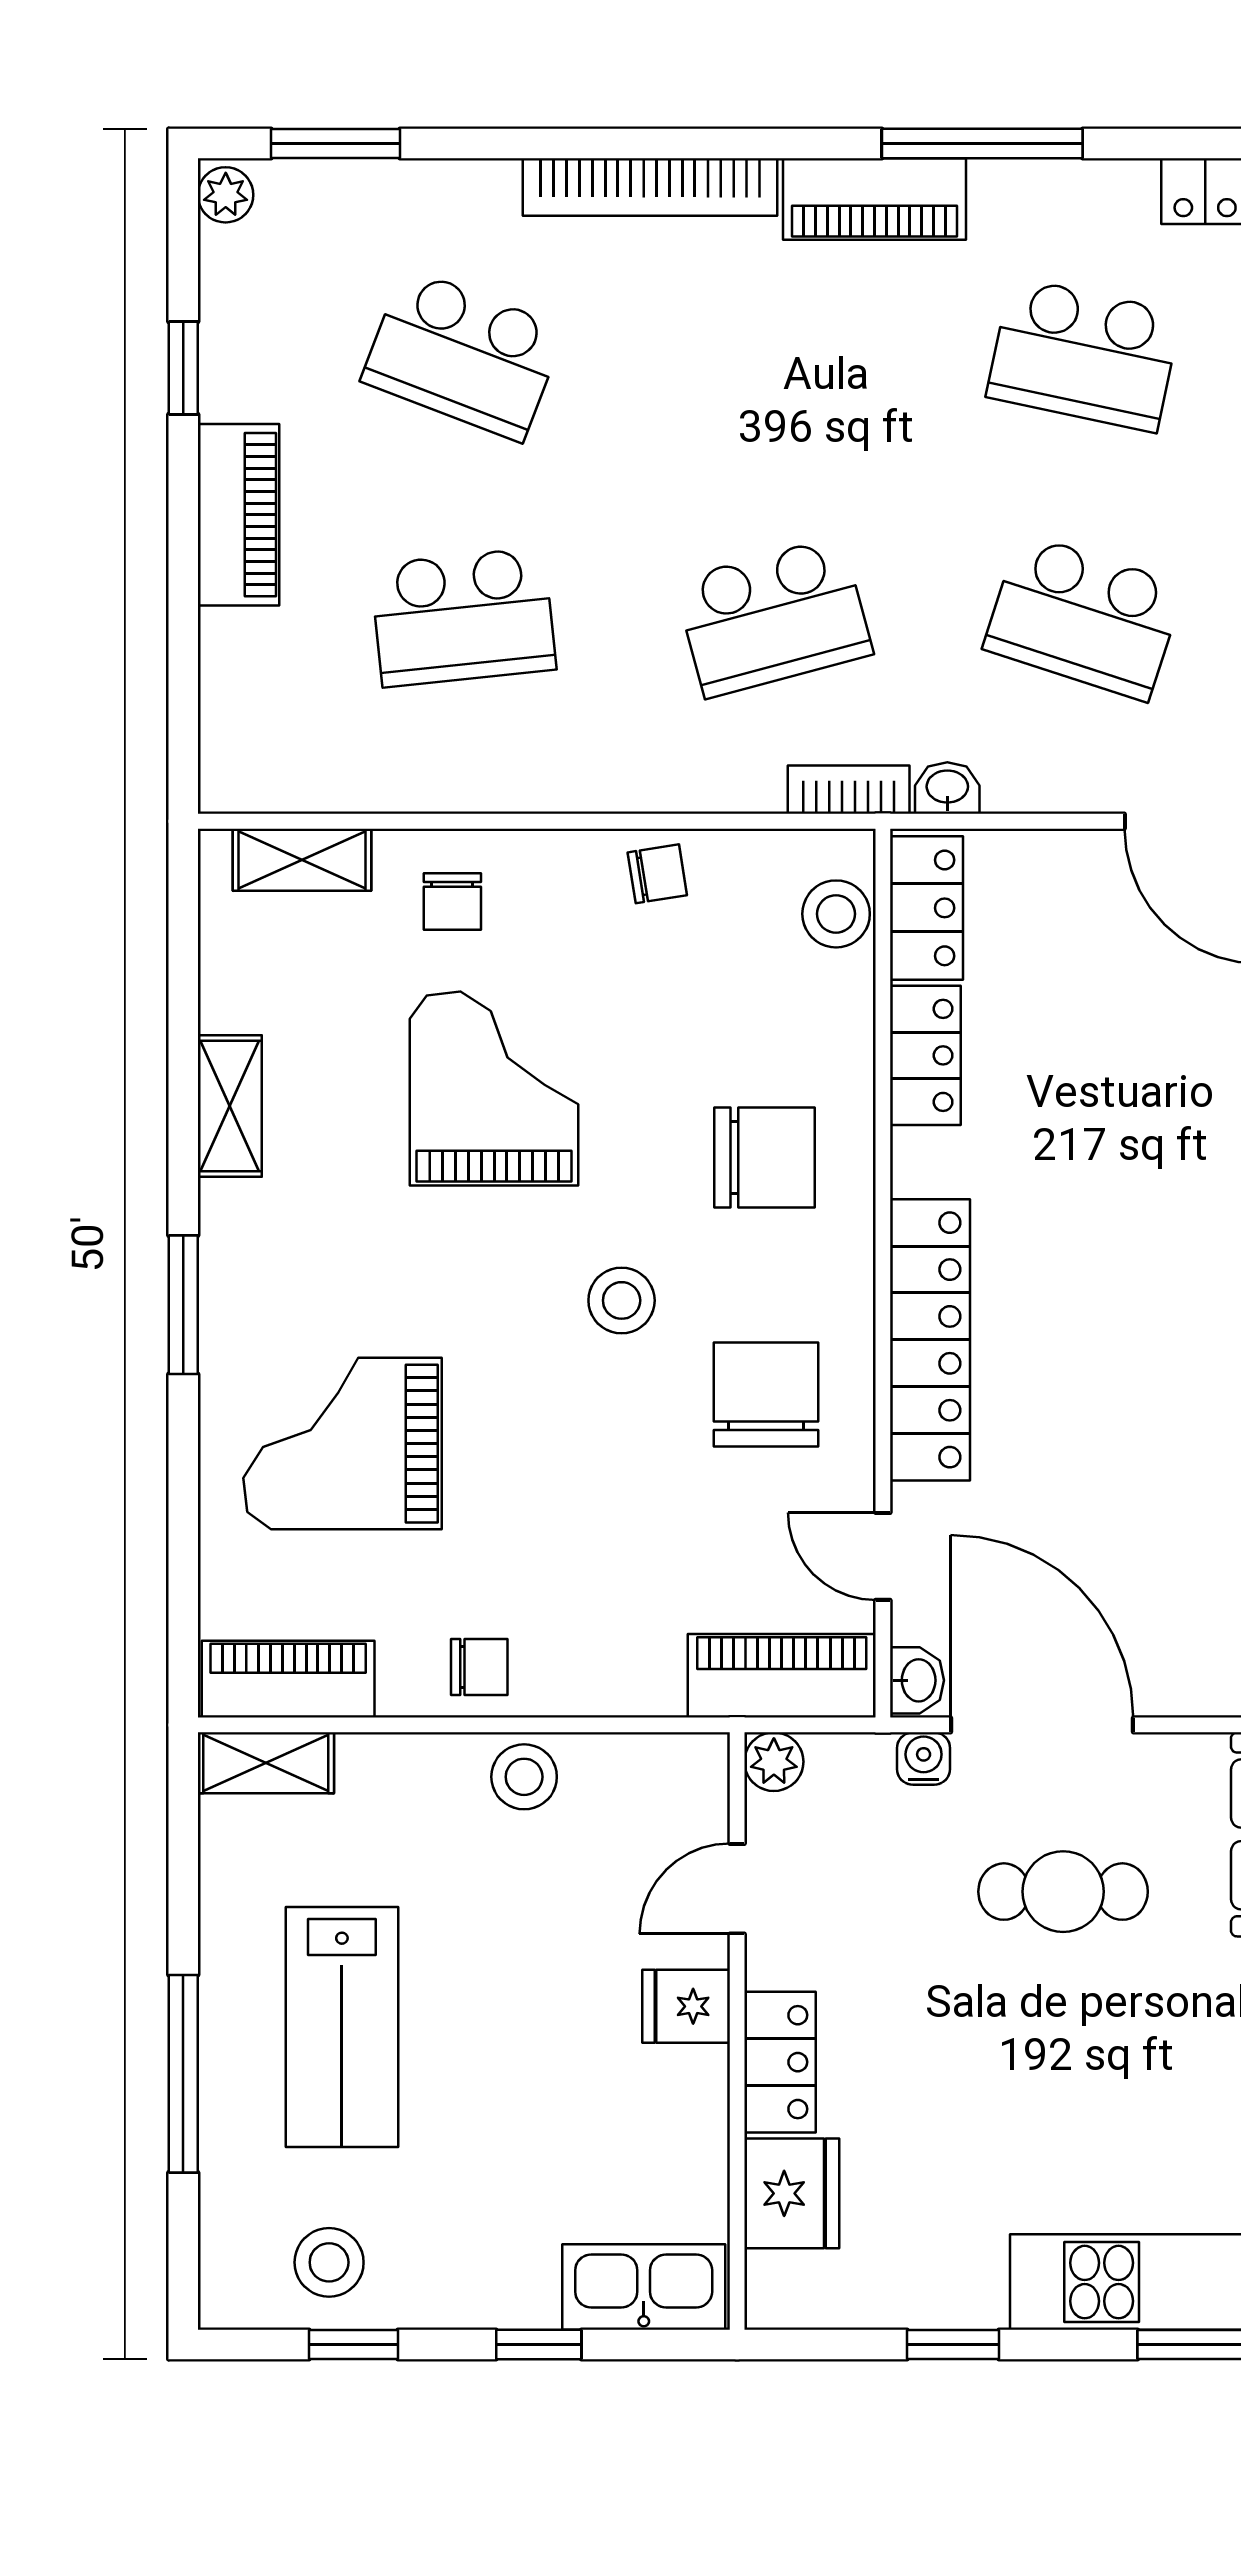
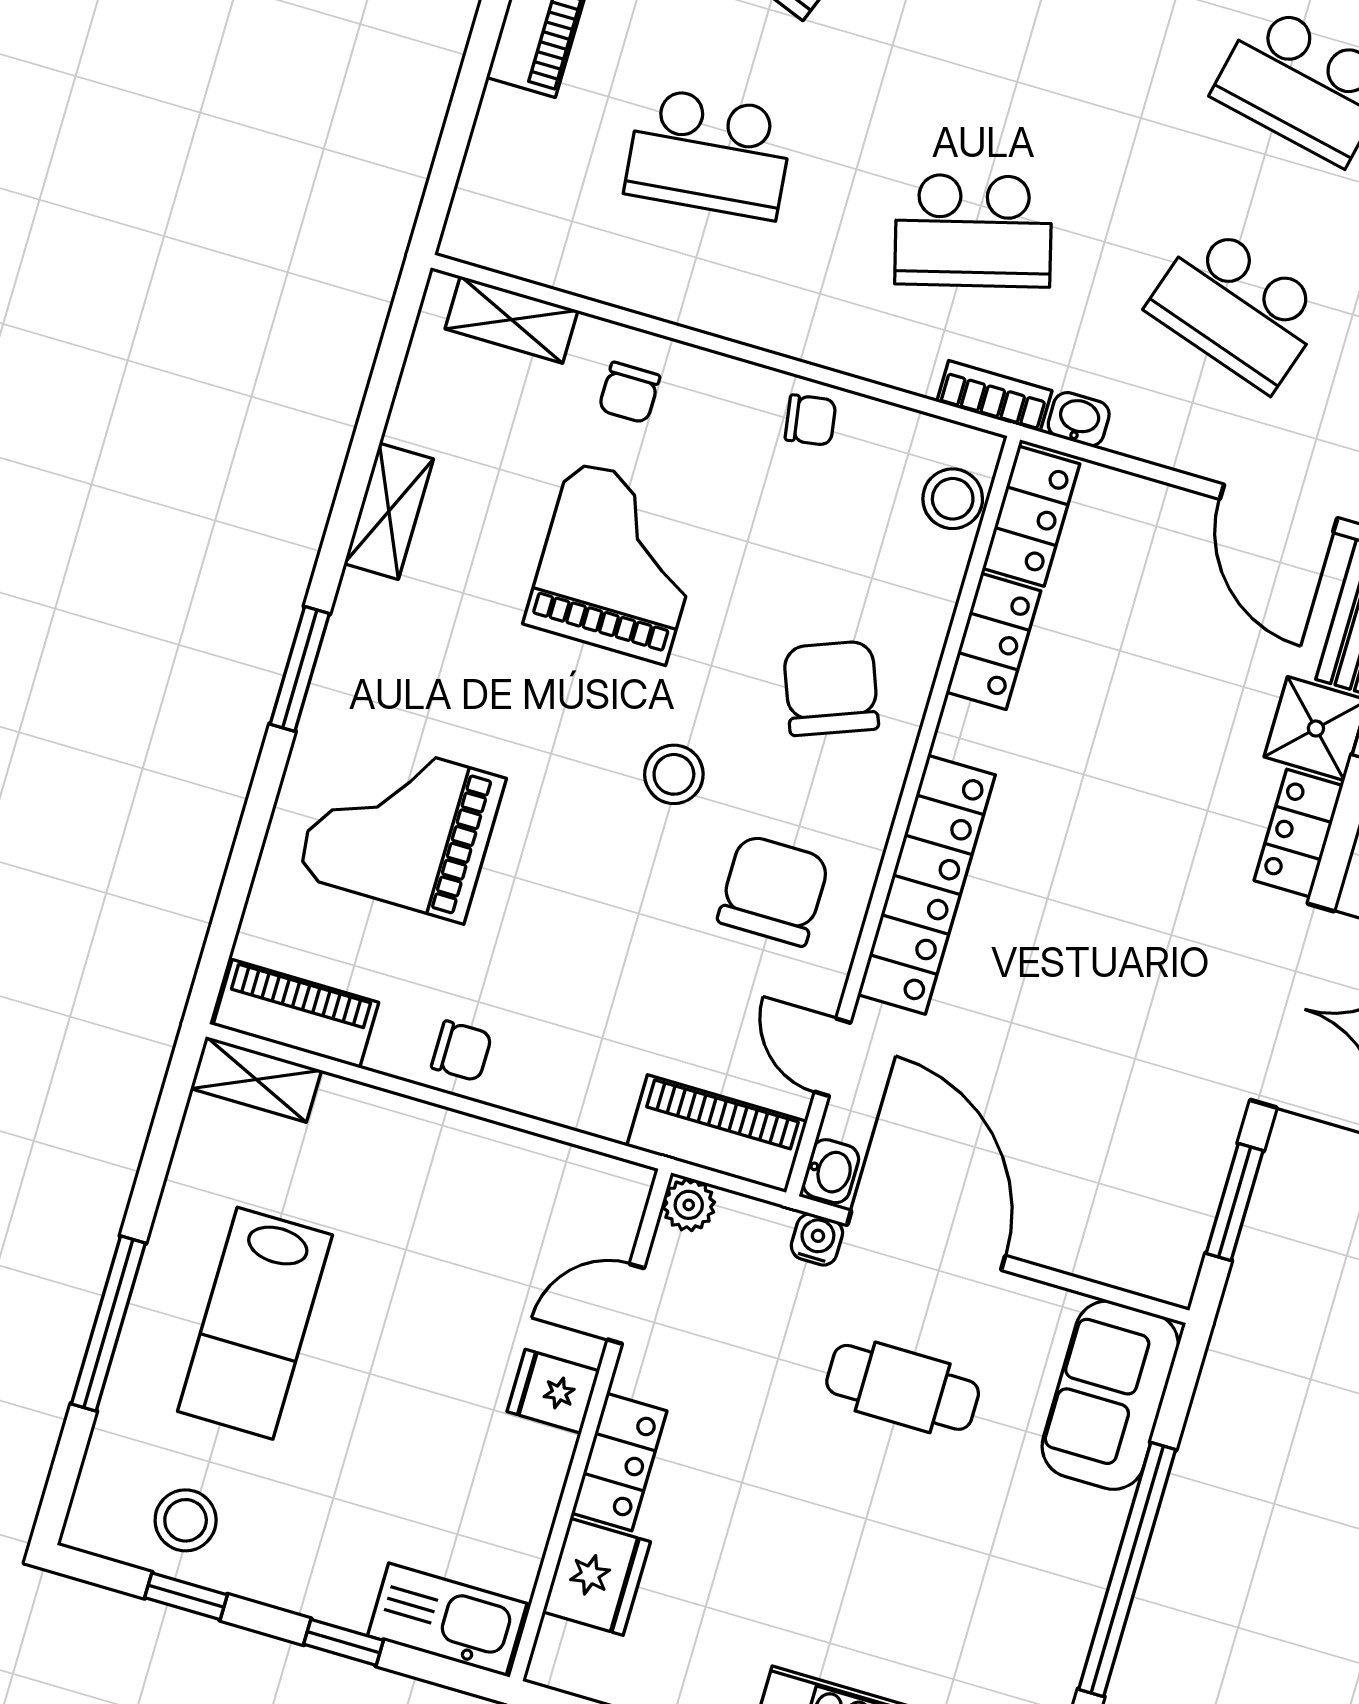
chair: (764, 1158) -> (831, 688), turned -111
stool: (524, 1777) -> (472, 1156), removed

